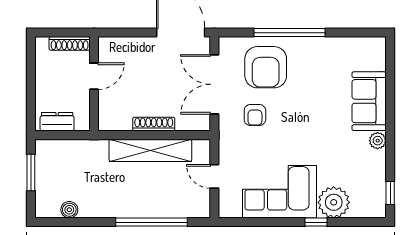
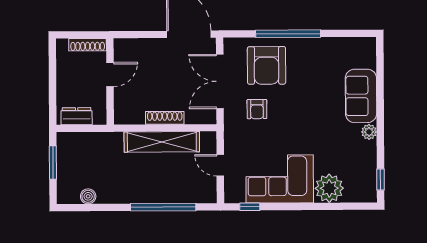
window: (316, 222) -> (250, 207), moved

